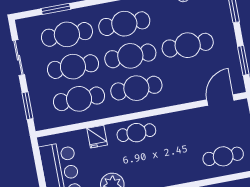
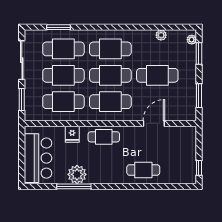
sliding door: (19, 58) -> (22, 60), width x1.37
door: (220, 100) -> (154, 123), moved
cafe table: (223, 156) -> (143, 170), moved

